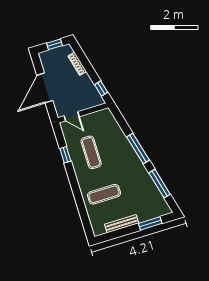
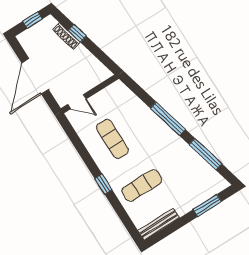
window: (101, 88) -> (77, 33), moved
window: (65, 155) -> (103, 184), moved
bench: (122, 224) -> (159, 224), moved

